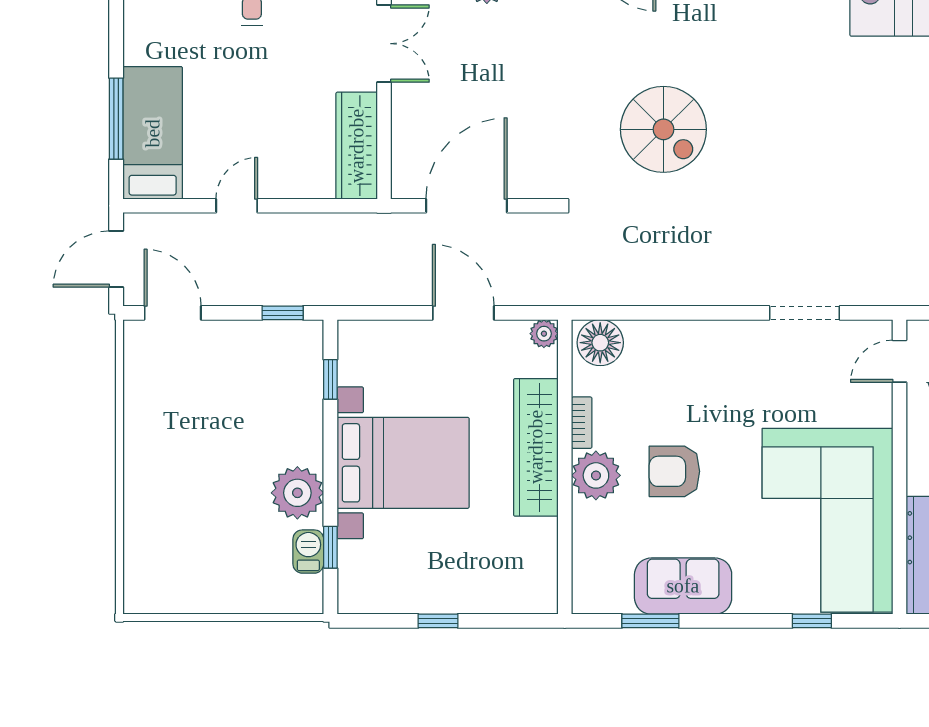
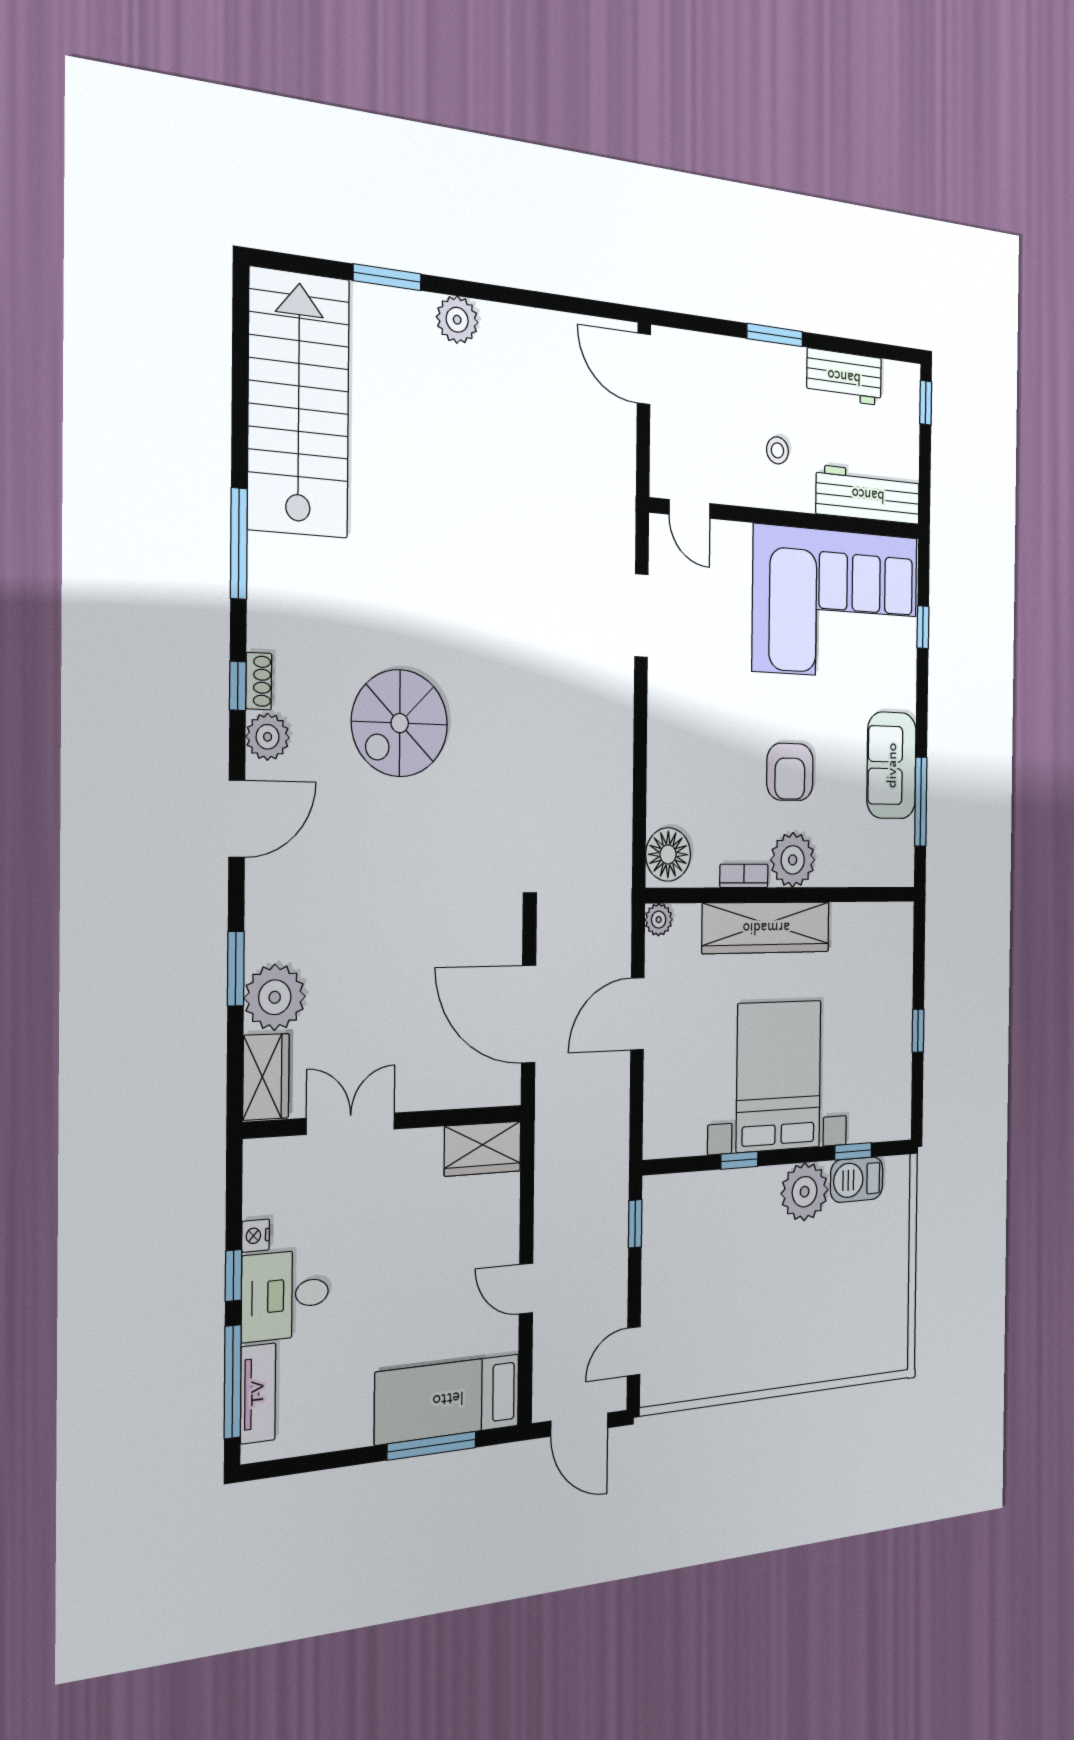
spiral stairs: (663, 129) -> (400, 723), moved, turned 180
wardrobe: (357, 146) -> (483, 1149), width x0.67
door: (173, 313) -> (634, 1351), width x0.73
window: (330, 379) -> (739, 1160), moved
barbecue: (308, 552) -> (857, 1180), width x1.38, depth x1.27
window: (650, 621) -> (921, 802), width x1.44

